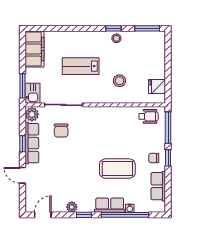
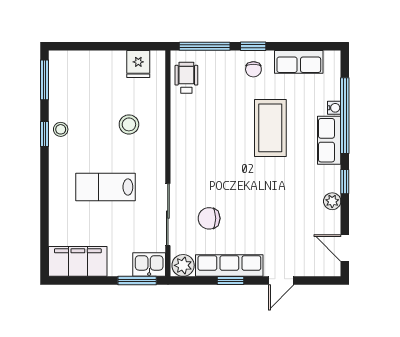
lab bench: (81, 66) -> (105, 187), turned 90
chair: (61, 130) -> (209, 218), turned 180

